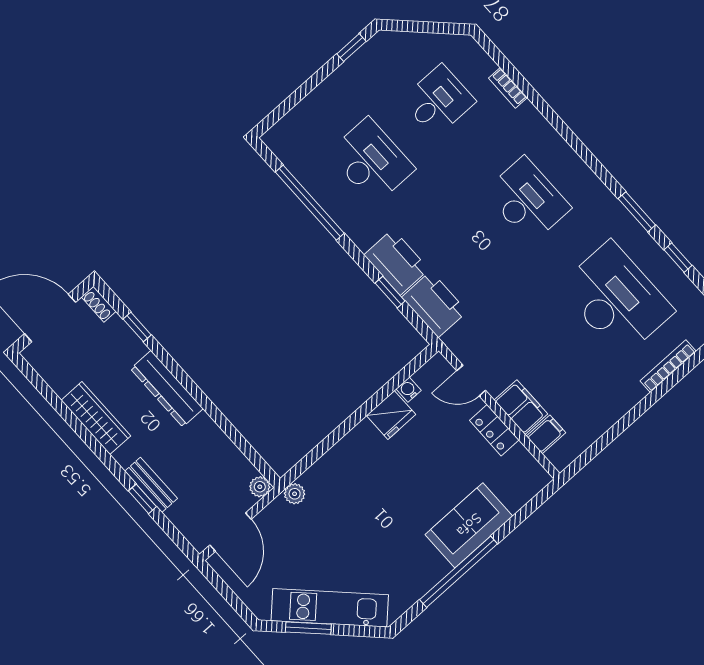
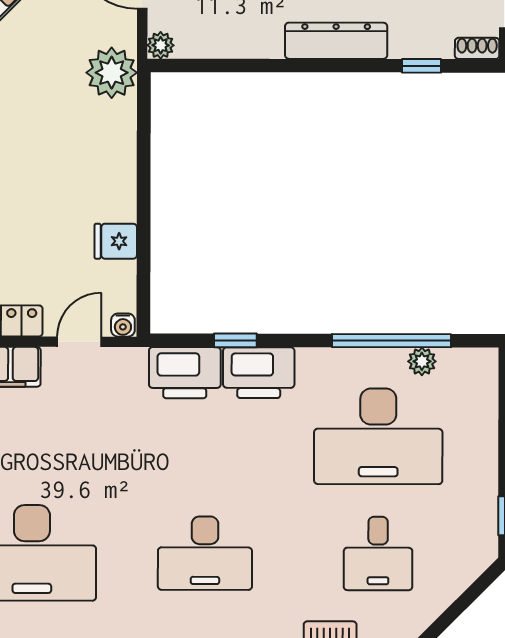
desk: (371, 161) -> (378, 436), width x1.36, depth x1.30
plant: (306, 175) -> (422, 361), added
water cooler: (409, 390) -> (123, 325), moved, turned 90
fridge: (391, 415) -> (116, 241), width x0.72
plant: (295, 494) -> (112, 73), width x1.87, depth x1.87

